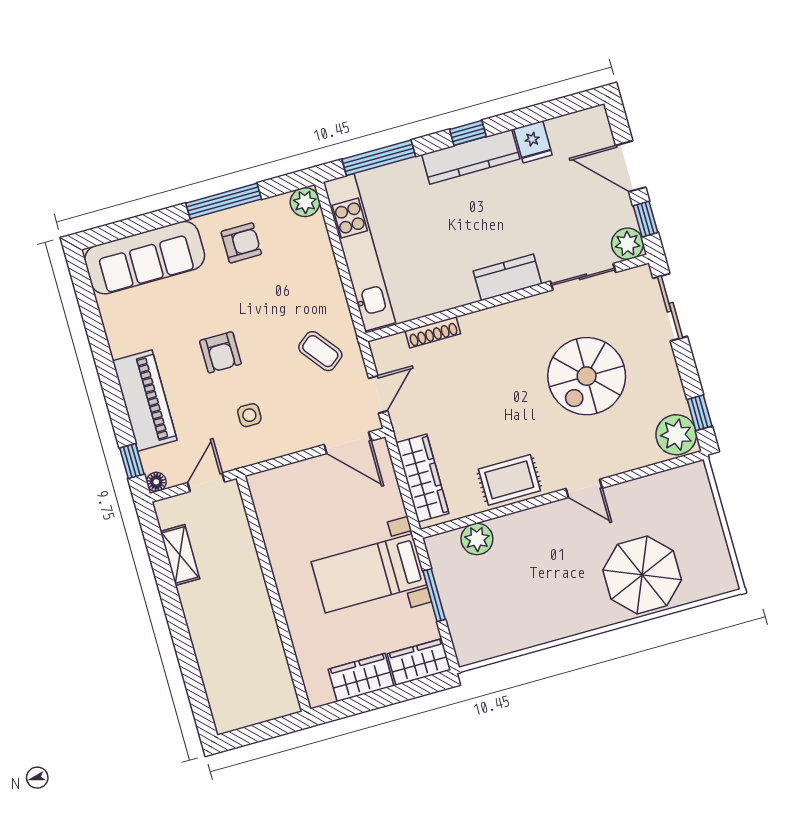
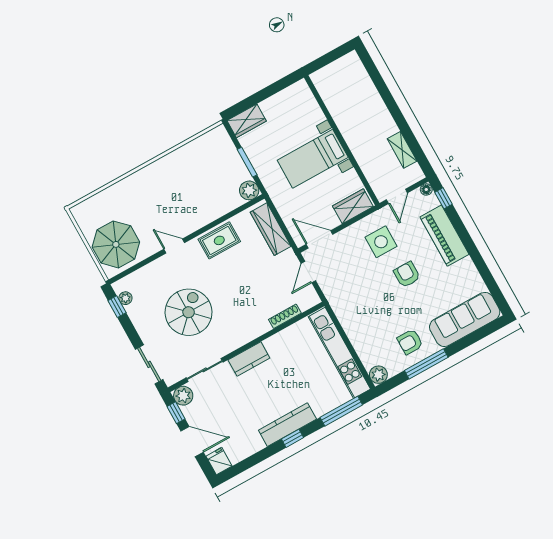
fridge: (533, 142) -> (219, 461), moved
coffee table: (320, 351) -> (348, 289), removed
side table: (249, 415) -> (381, 242), width x1.87, depth x1.87
plant: (676, 435) -> (125, 298), width x0.53, depth x0.53
plant: (477, 539) -> (249, 190), moved
bed with nightstands: (369, 573) -> (313, 159), moved, turned 180
parasol: (642, 575) -> (116, 244), moved
wardrobe: (361, 678) -> (353, 206), moved, turned 180

